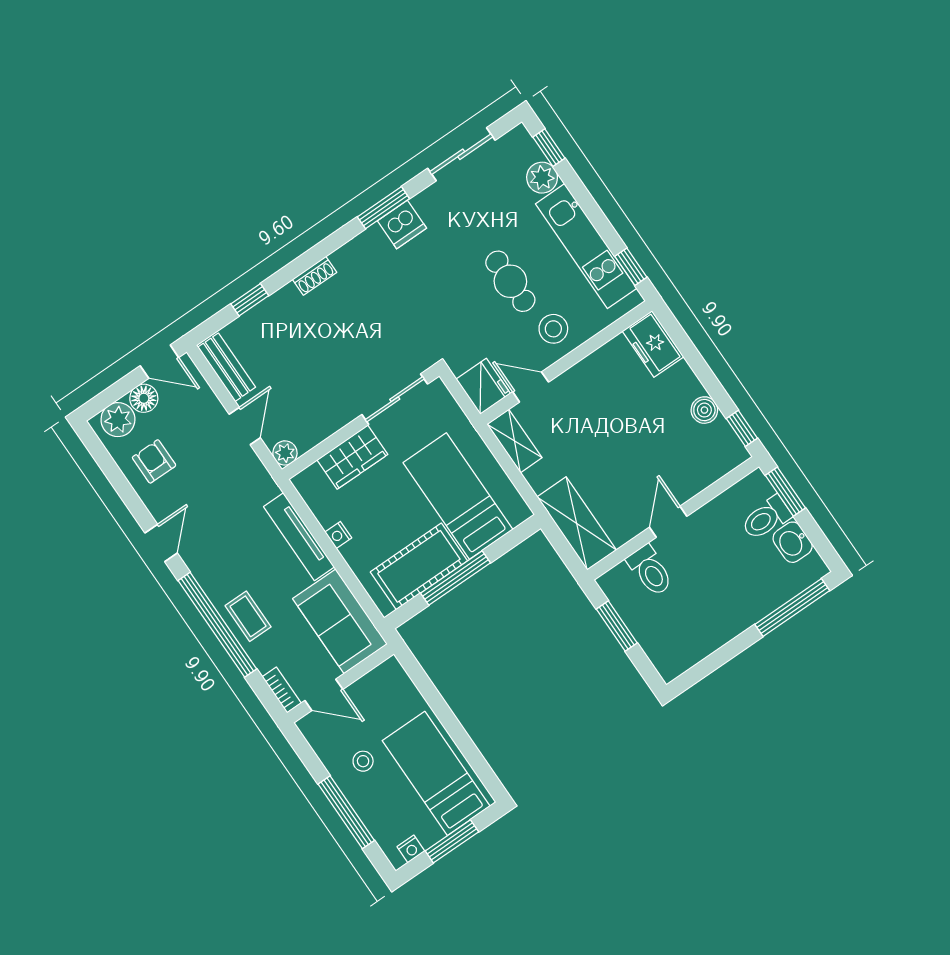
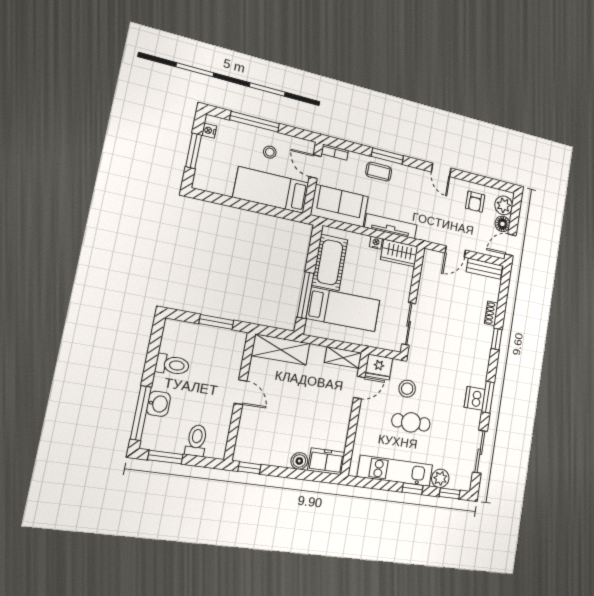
window: (631, 267) -> (413, 489), moved
shoe rack: (315, 276) -> (491, 313), moved
window: (250, 300) -> (497, 339), moved
stool: (553, 329) -> (407, 389), moved
boiler: (704, 410) -> (299, 461), moved
door: (245, 426) -> (455, 252), hinge flipped
plant: (285, 453) -> (430, 256), removed
wardrobe: (352, 457) -> (399, 253), moved, turned -90
armchair: (154, 461) -> (475, 202), turned 90
window: (785, 492) -> (165, 457), moved
washbasin: (793, 542) -> (159, 404), moved, turned 90
toilet: (650, 571) -> (172, 365), moved, turned 180
window: (455, 578) -> (305, 295), moved
window: (217, 625) -> (387, 156), width x0.47
door: (324, 695) -> (315, 167), hinge flipped
bed: (436, 773) -> (271, 190), moved, turned 180

